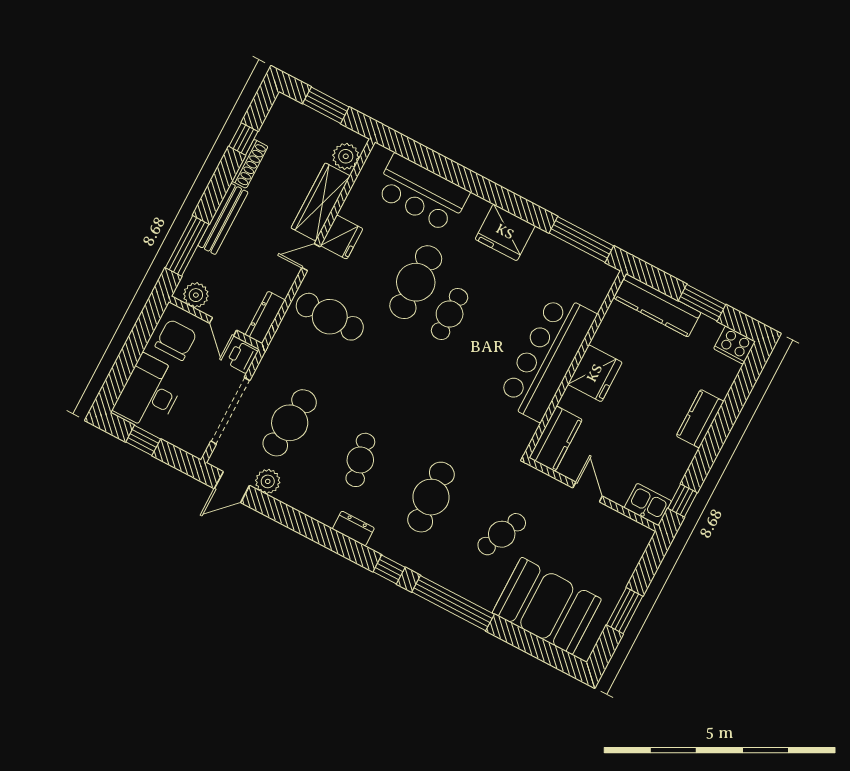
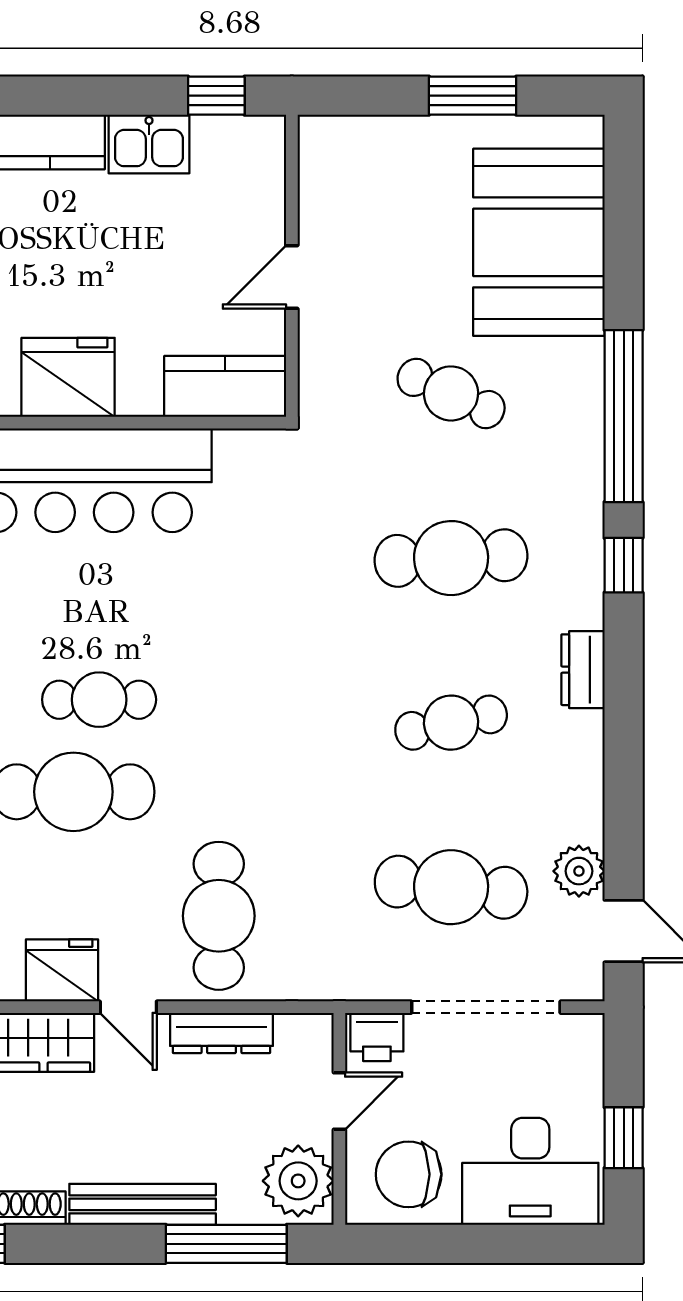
plant: (196, 295) -> (298, 1181), width x1.36, depth x1.36
dresser: (265, 317) -> (222, 1033), moved
kitchen sink: (648, 504) -> (149, 144), moved, turned -90

